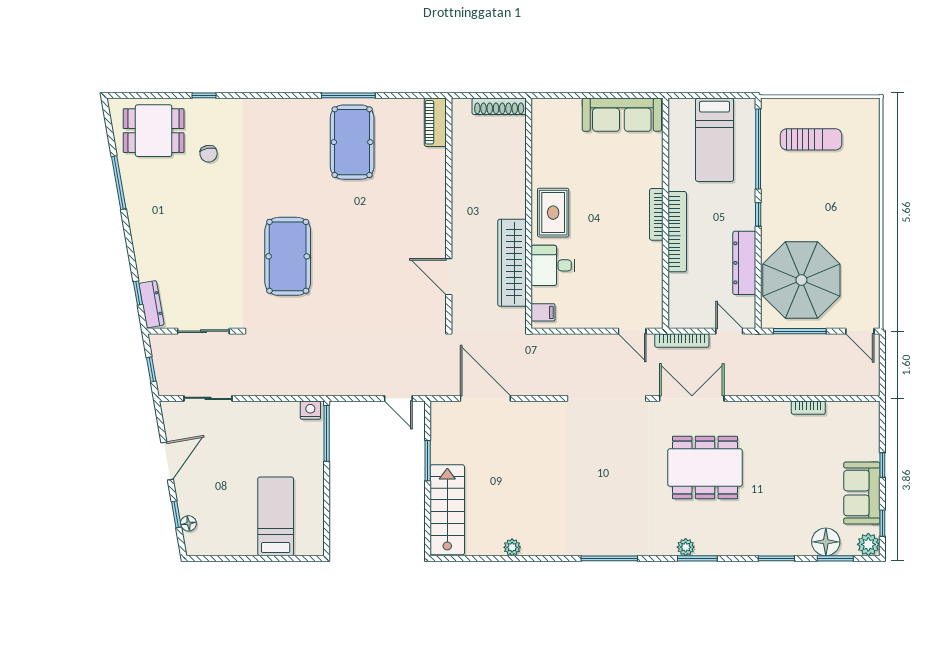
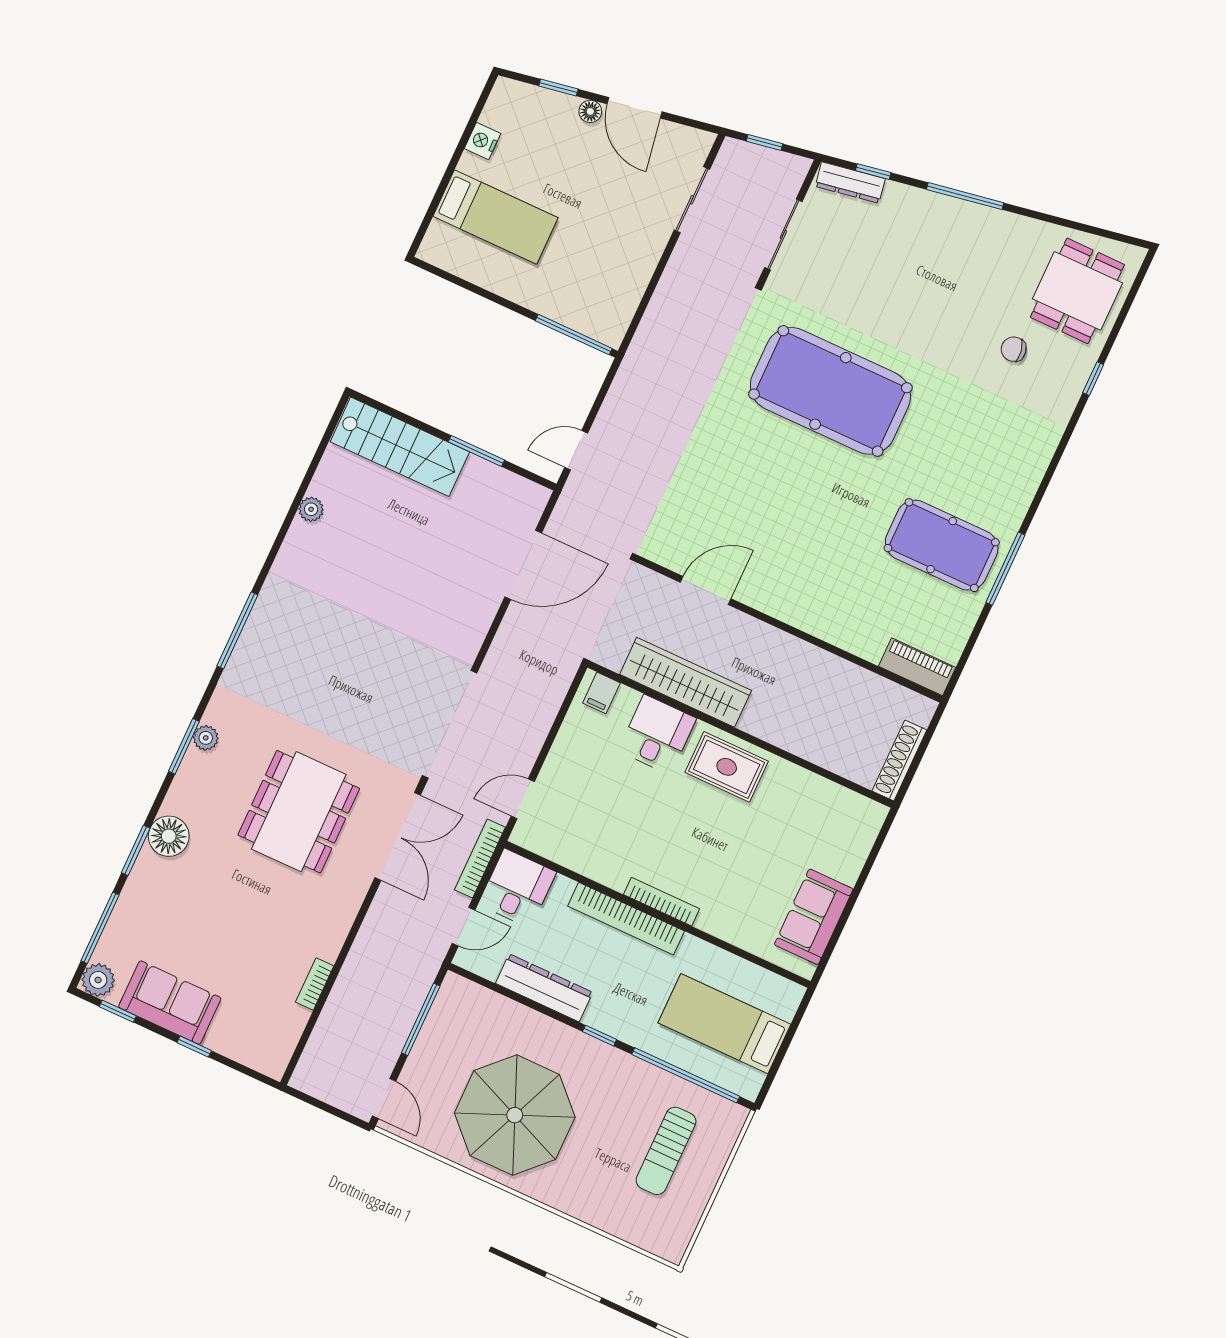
sofa: (622, 115) -> (814, 917), width x0.73
window: (119, 183) -> (965, 196), moved
pool table: (288, 256) -> (830, 391), width x1.36, depth x1.32
parasol: (801, 280) -> (515, 1115), moved
desk: (690, 309) -> (517, 888), added
door: (860, 331) -> (384, 1099), swing flipped
nightstand: (310, 410) -> (482, 141), moved, turned 180
floor lamp: (188, 523) -> (590, 111), moved
floor lamp: (826, 542) -> (169, 836), moved
window: (835, 558) -> (100, 928), width x1.44

